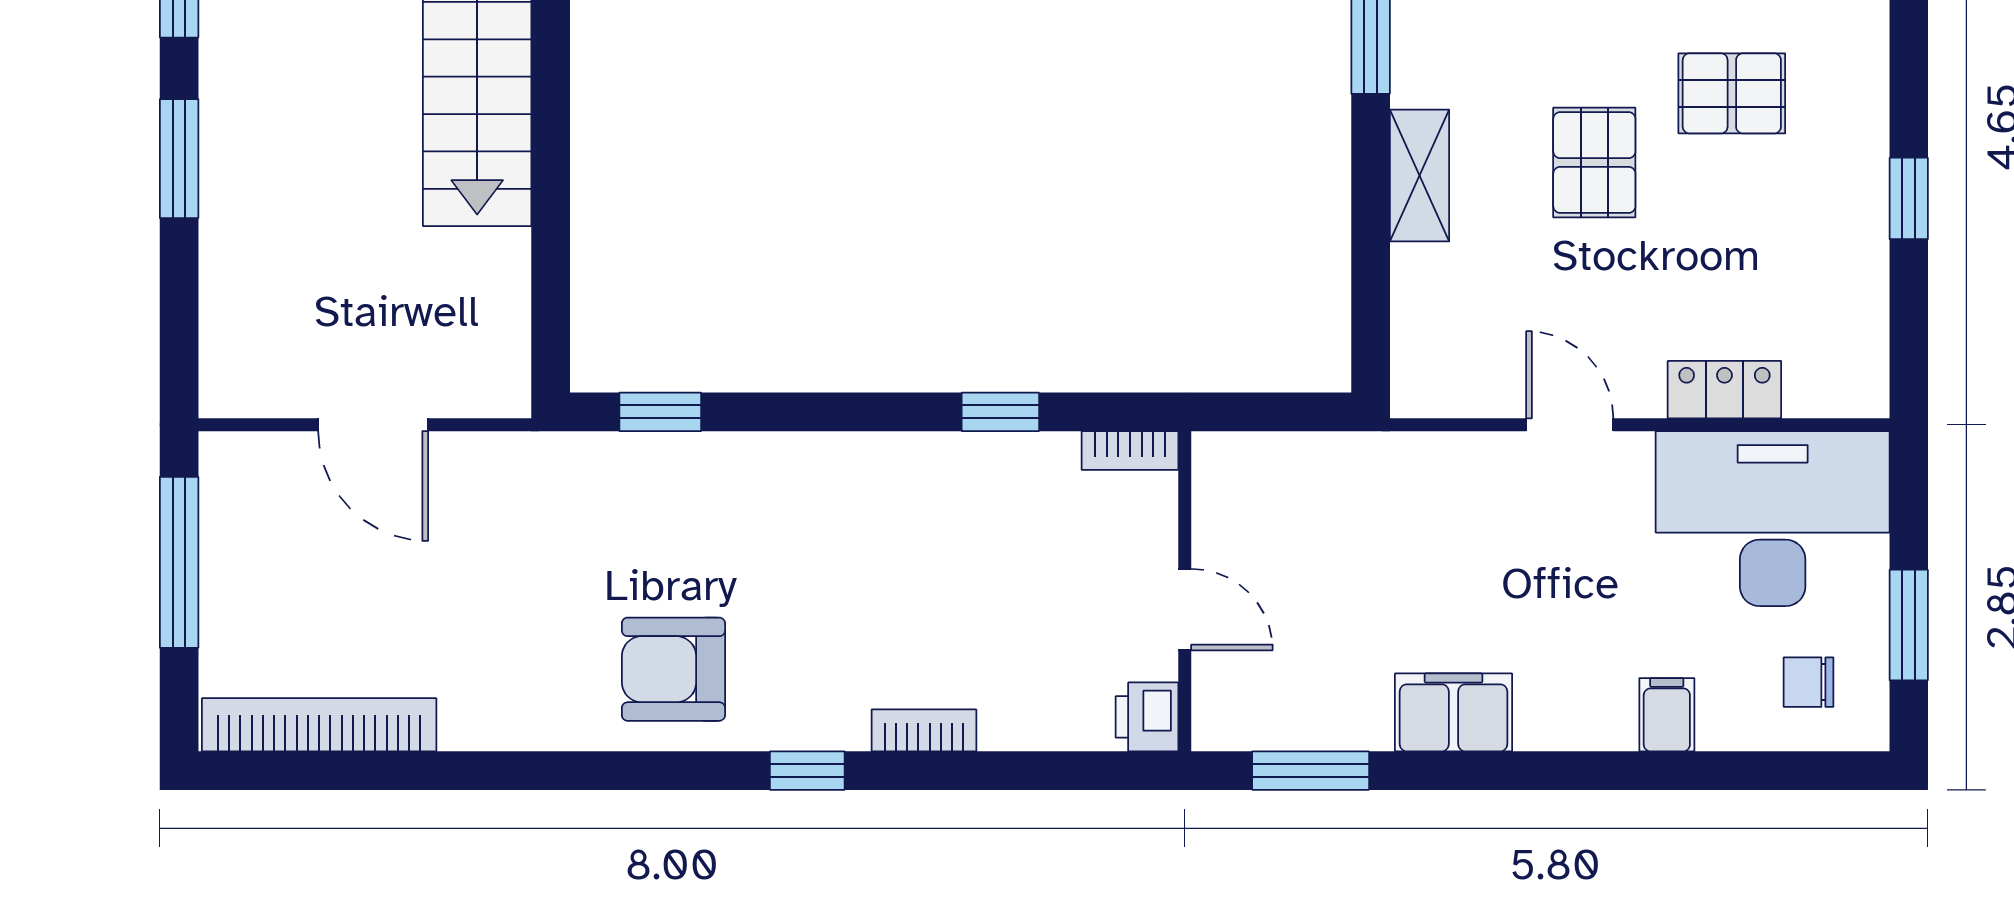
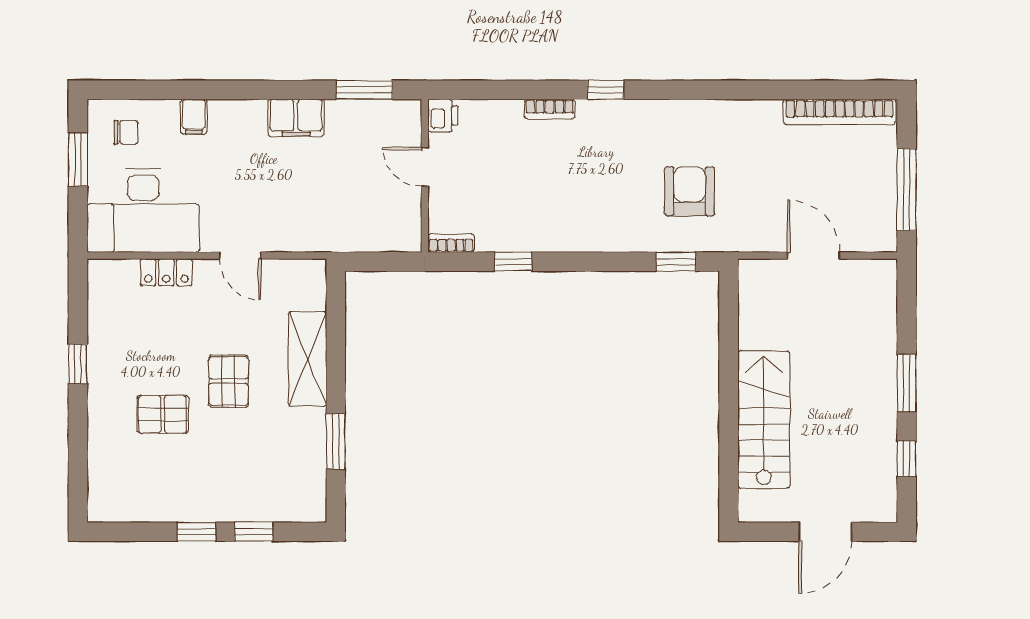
shelving: (1419, 176) -> (308, 359), width x1.50, depth x1.33
armchair: (673, 669) -> (690, 191), moved, turned -90

